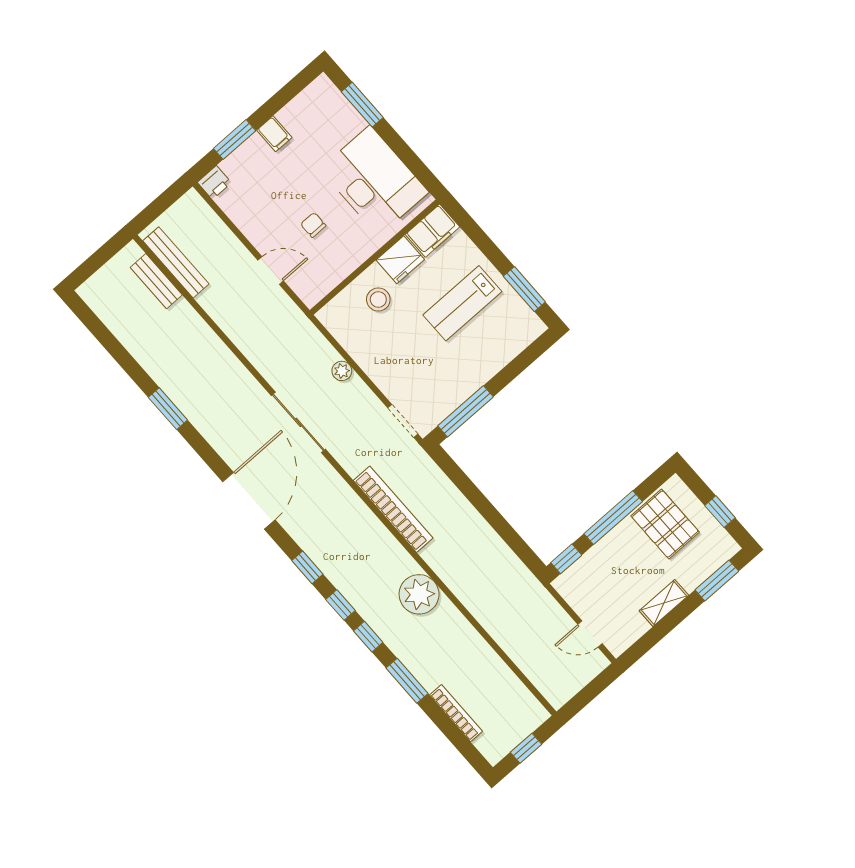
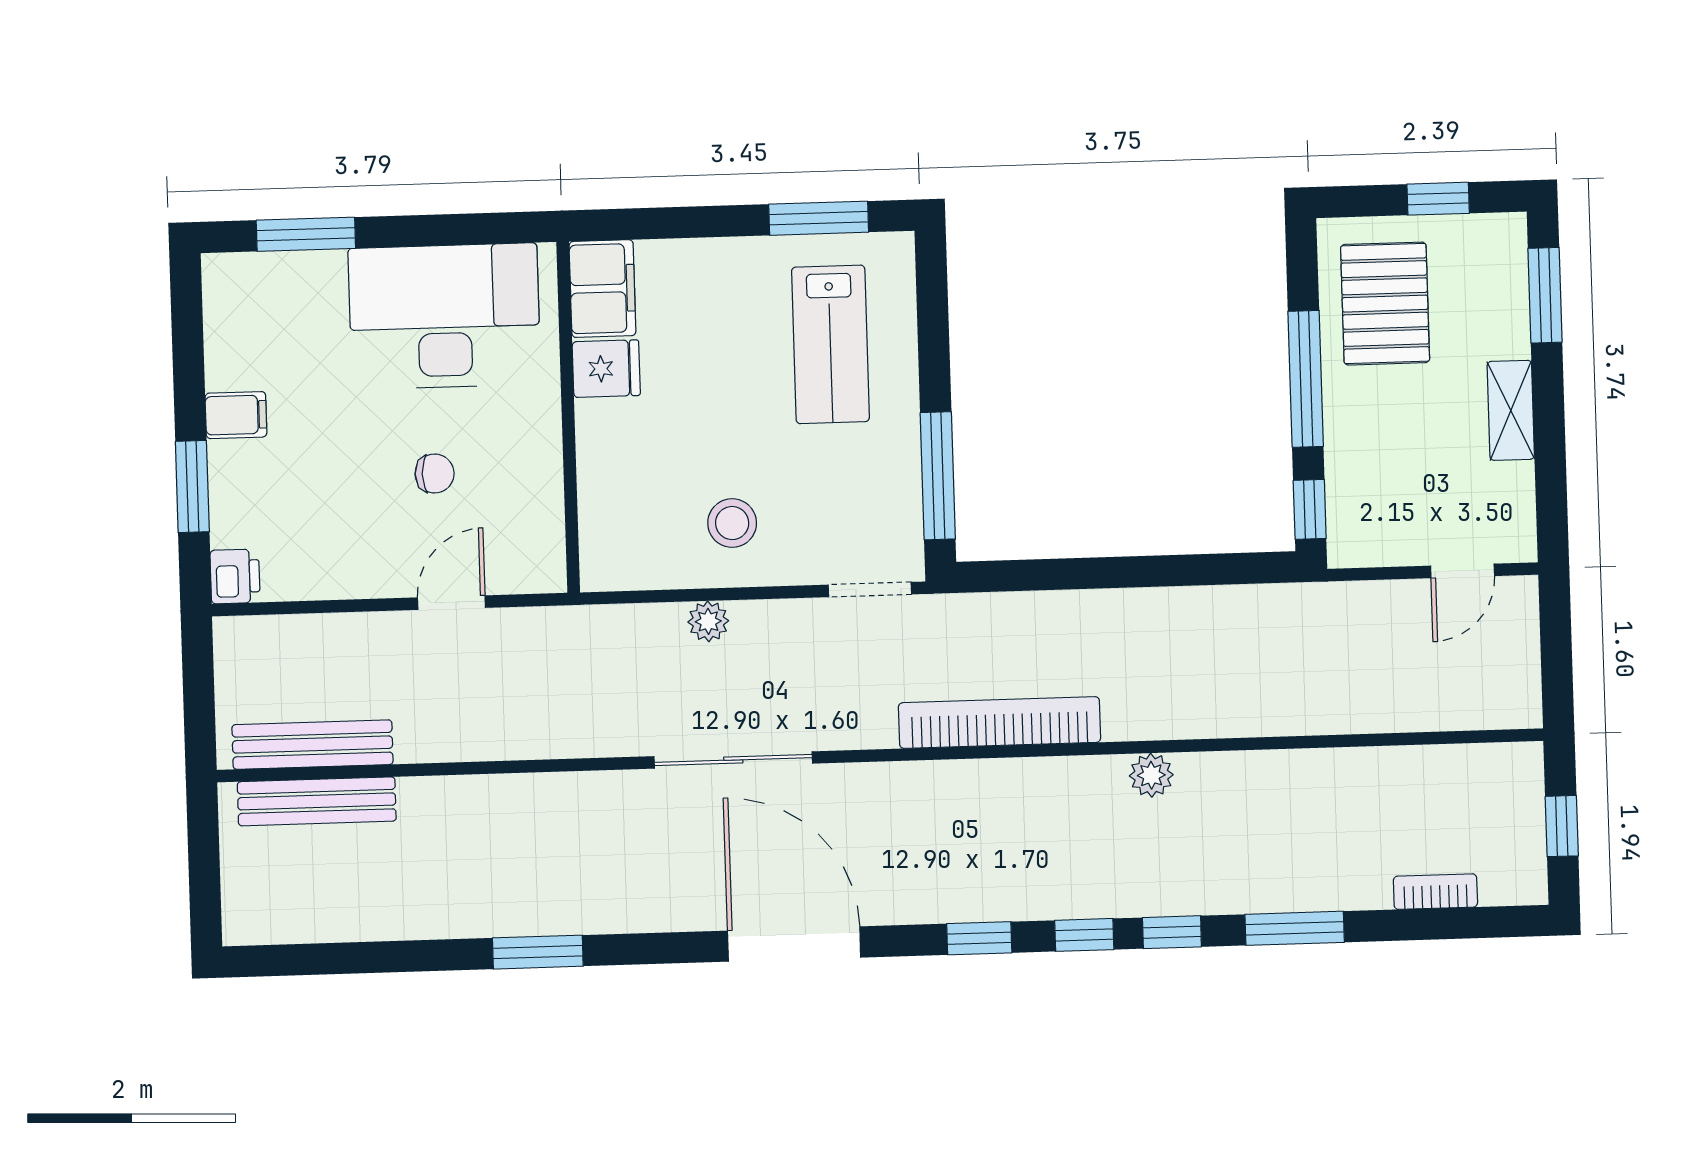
chair: (313, 225) -> (435, 474), turned 180
fridge: (400, 260) -> (606, 369), width x0.72
bench: (156, 281) -> (317, 801), width x1.36
stool: (378, 299) -> (732, 523), moved
lab bench: (462, 303) -> (830, 344), moved
pallet: (665, 524) -> (1385, 304), turned 90
plant: (419, 594) -> (1151, 775), width x0.53, depth x0.53
bookcase: (456, 713) -> (1435, 892), width x0.64

